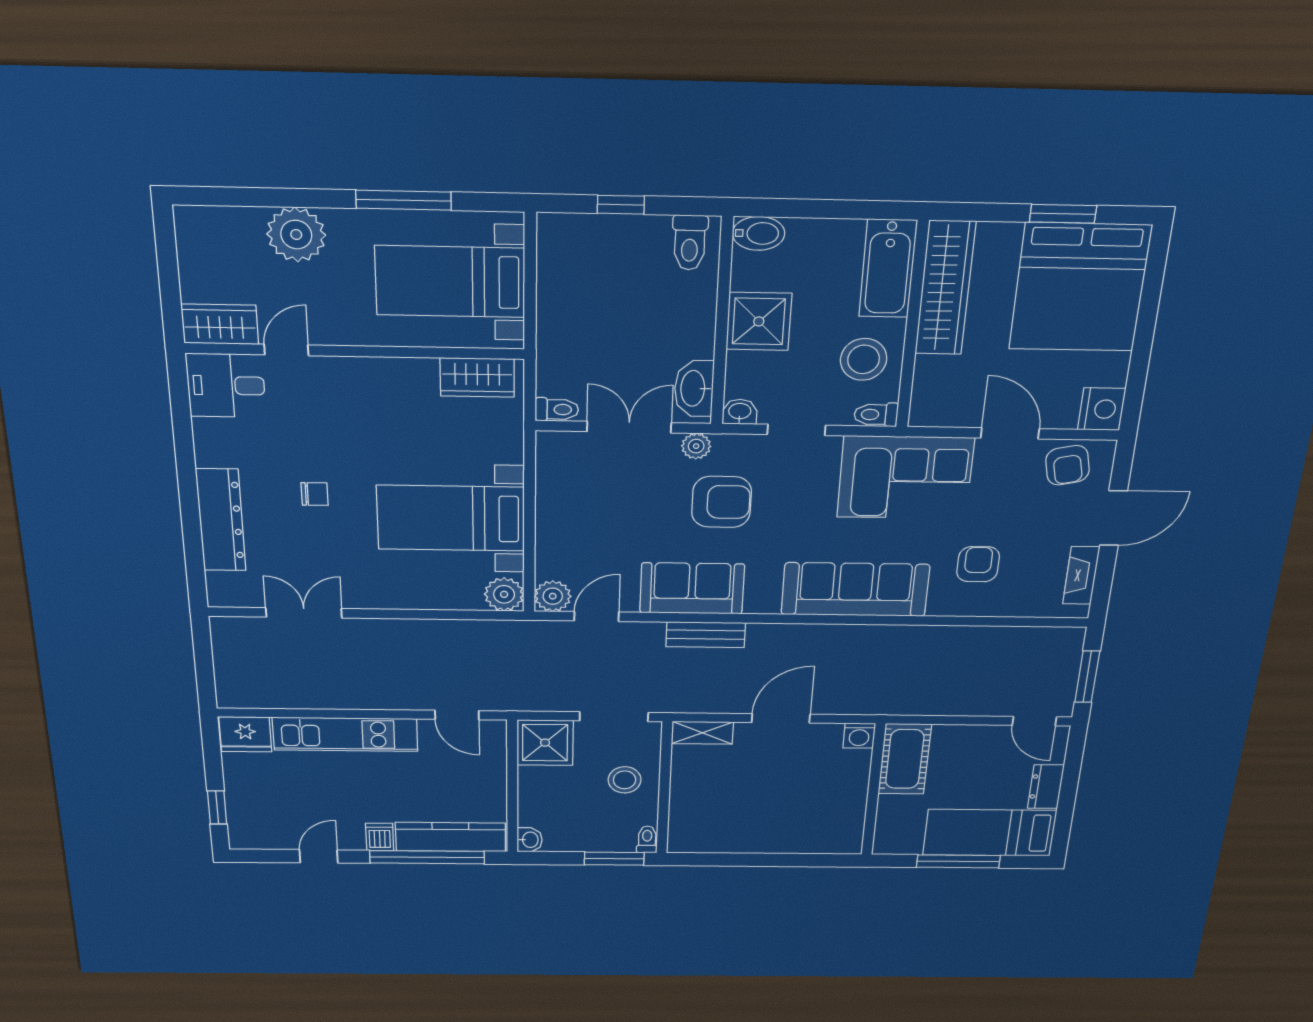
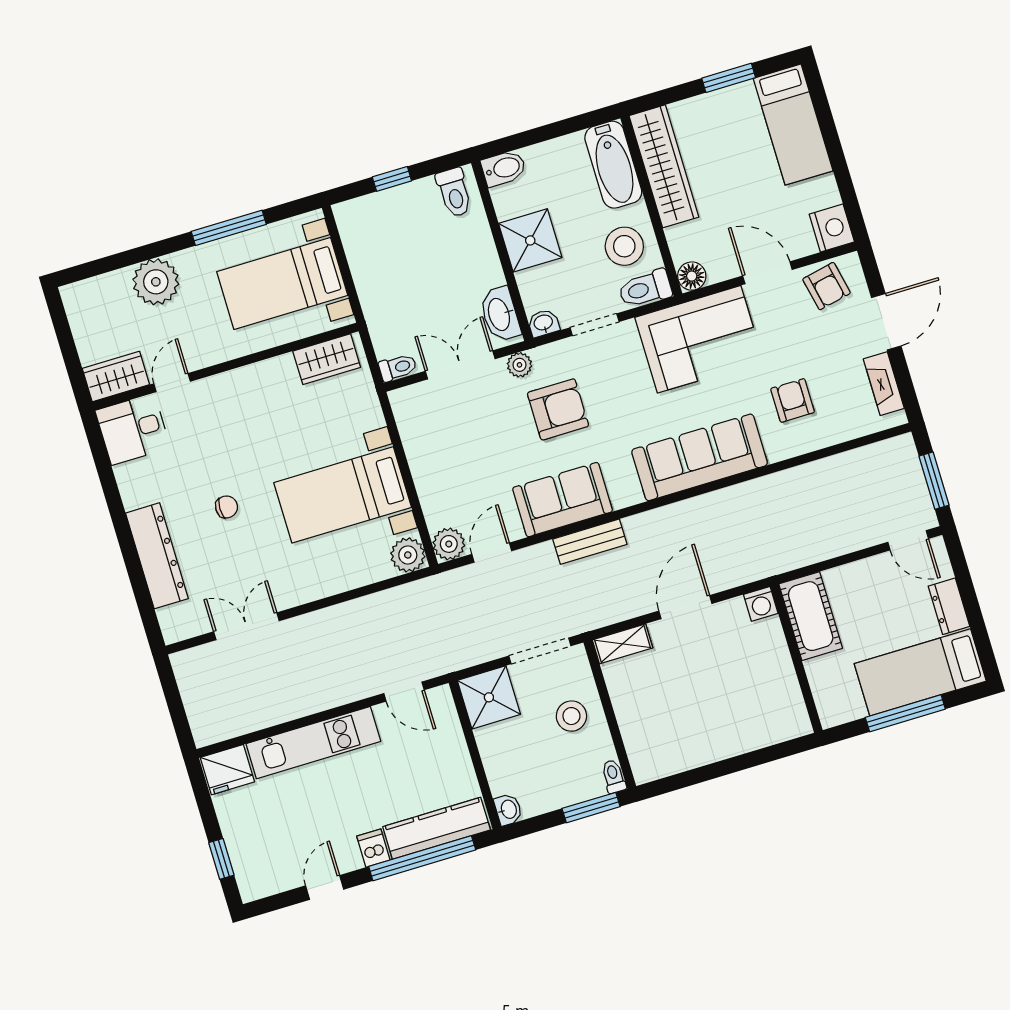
bed: (1080, 287) -> (793, 125), width x0.49
floor lamp: (925, 412) -> (692, 276), added
toilet: (876, 415) -> (645, 289), width x1.37, depth x1.39

